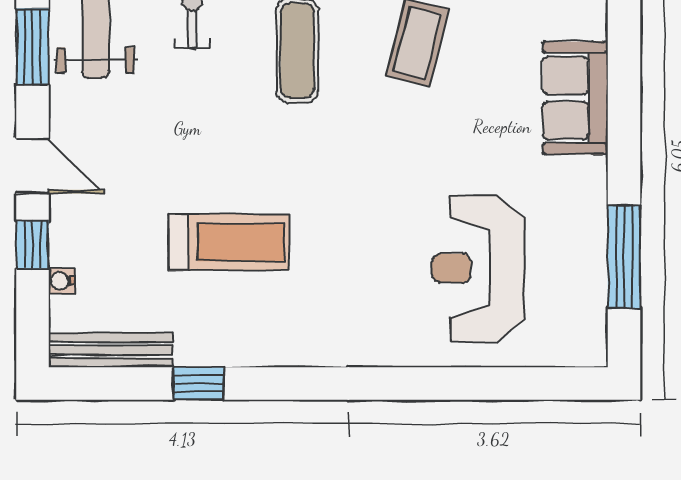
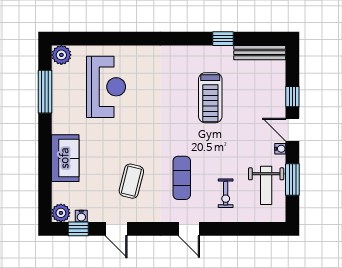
treadmill: (229, 242) -> (210, 98), turned -90
water cooler: (61, 281) -> (280, 149), moved
plant: (585, 344) -> (61, 55), added

